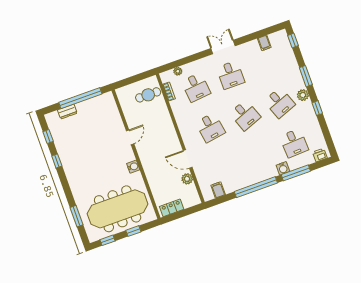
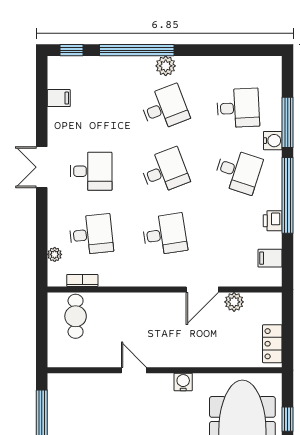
window: (306, 76) -> (137, 50), width x2.11
window: (317, 108) -> (195, 50), removed
desk: (259, 155) -> (238, 171), added
printer: (320, 155) -> (273, 221), moved

